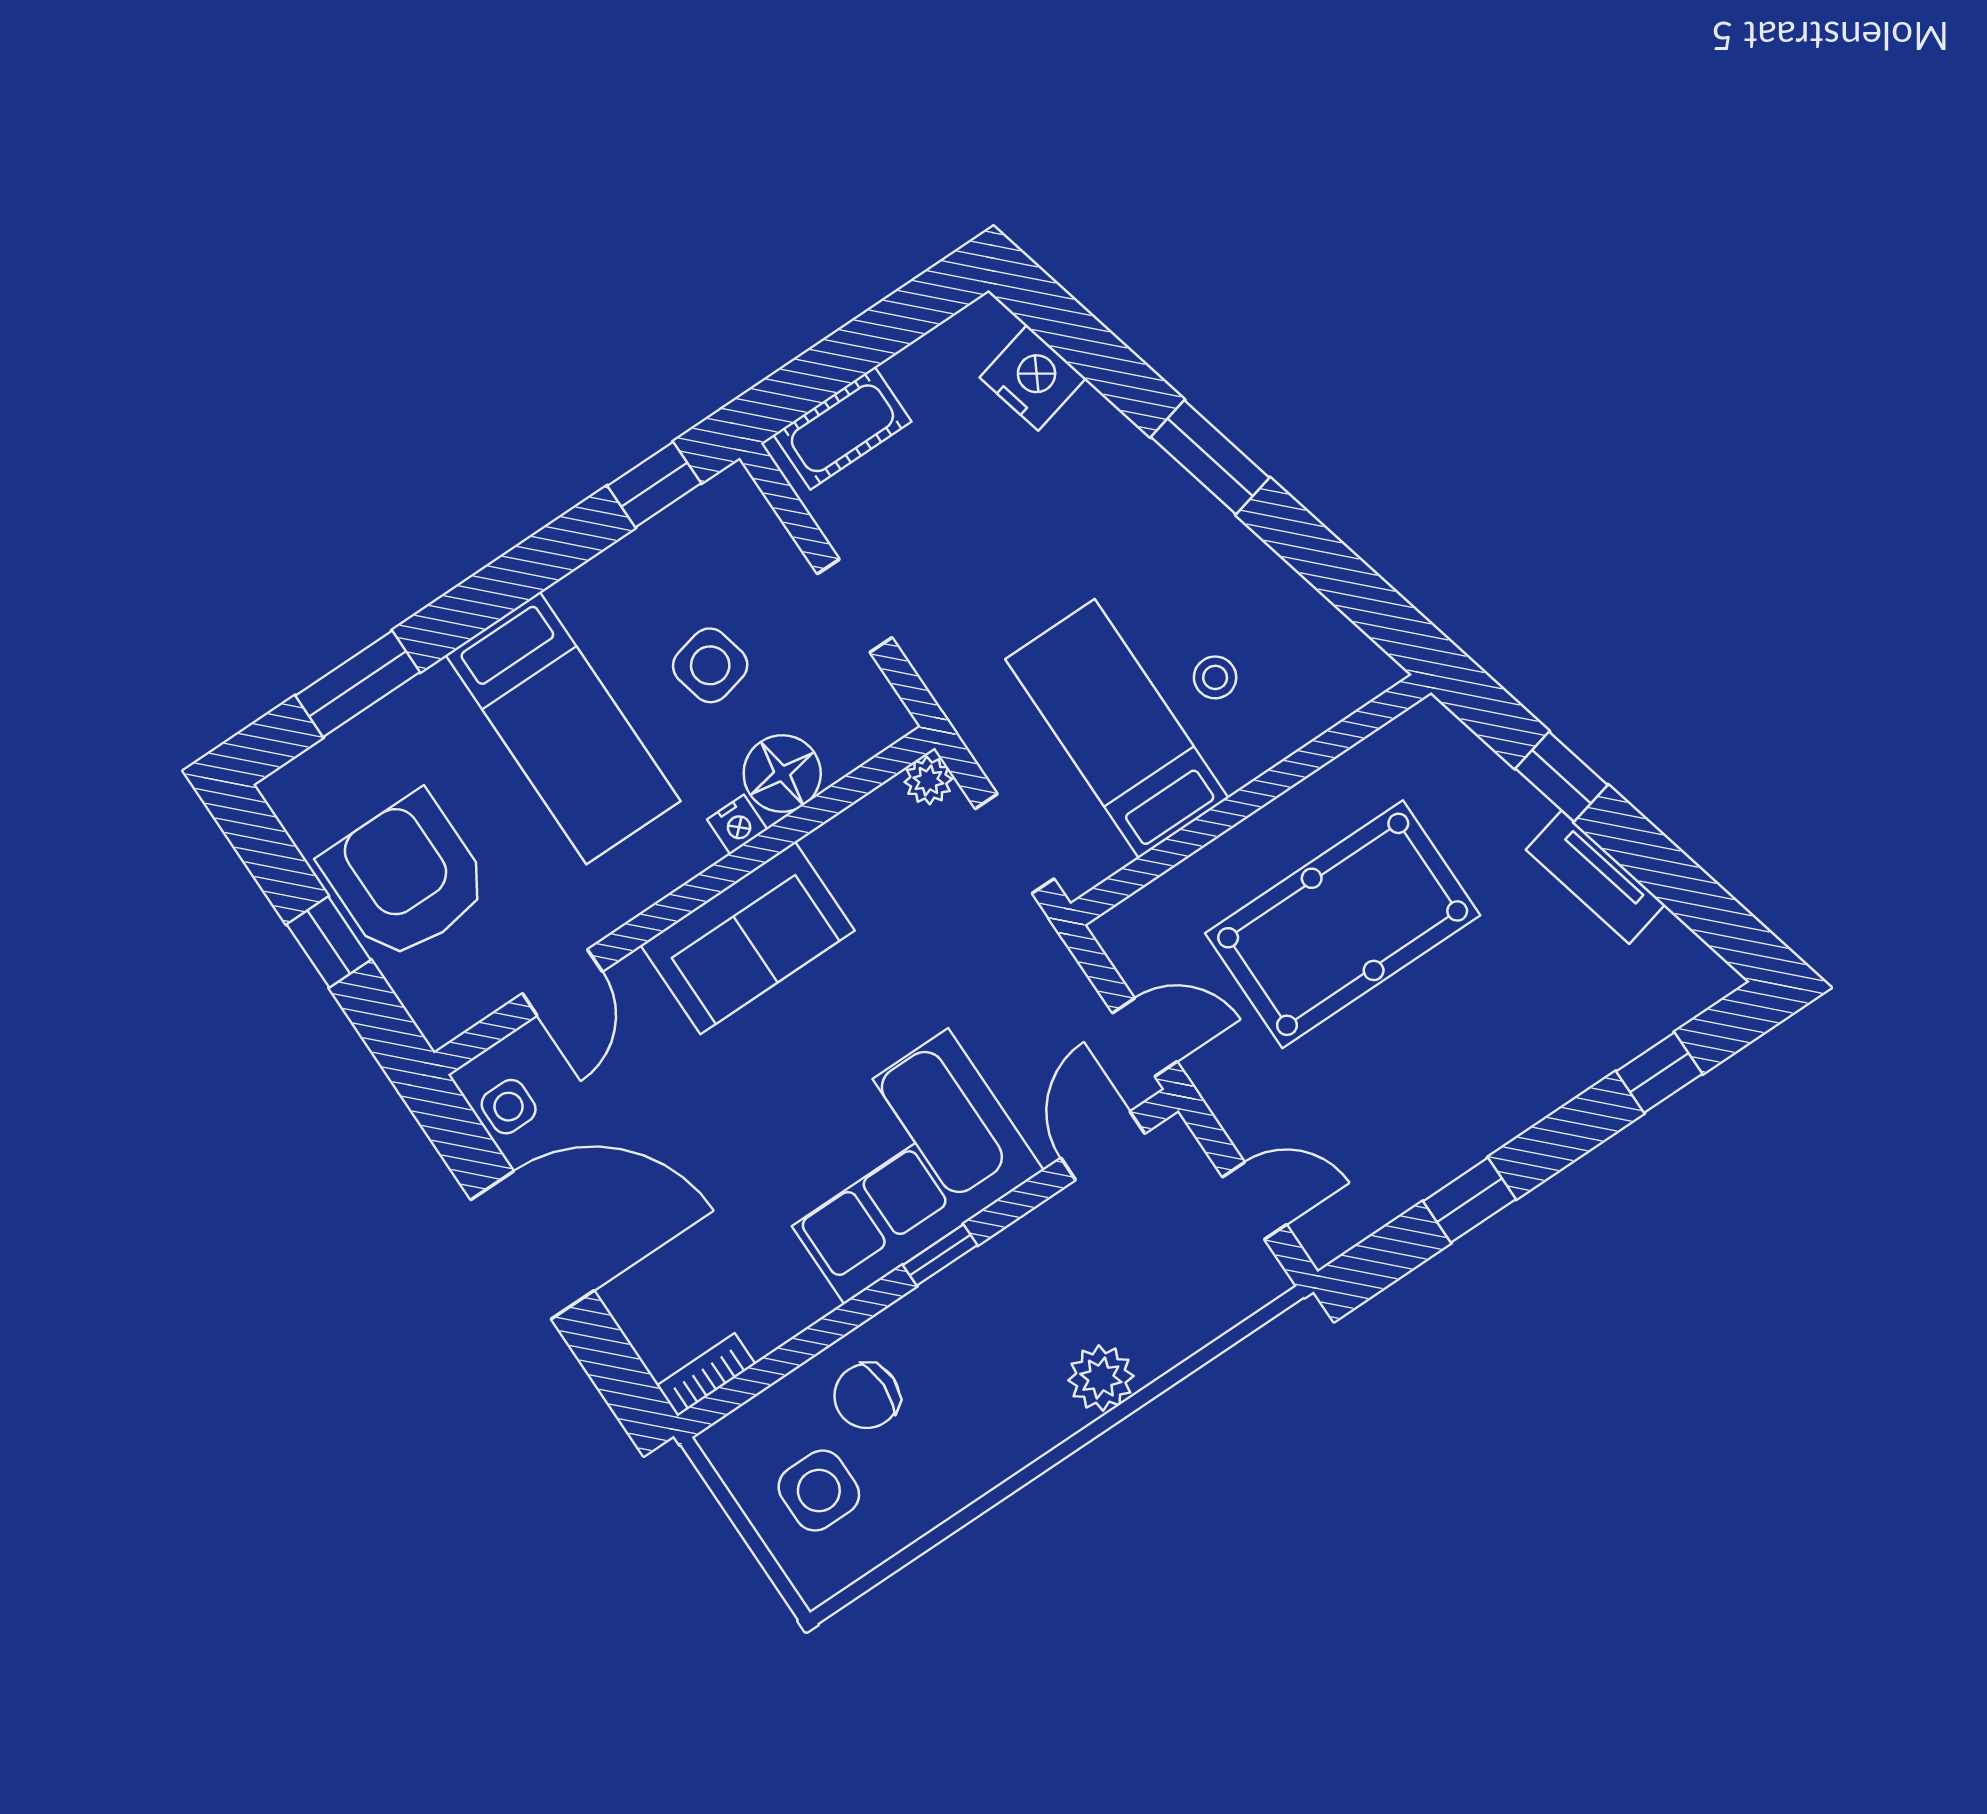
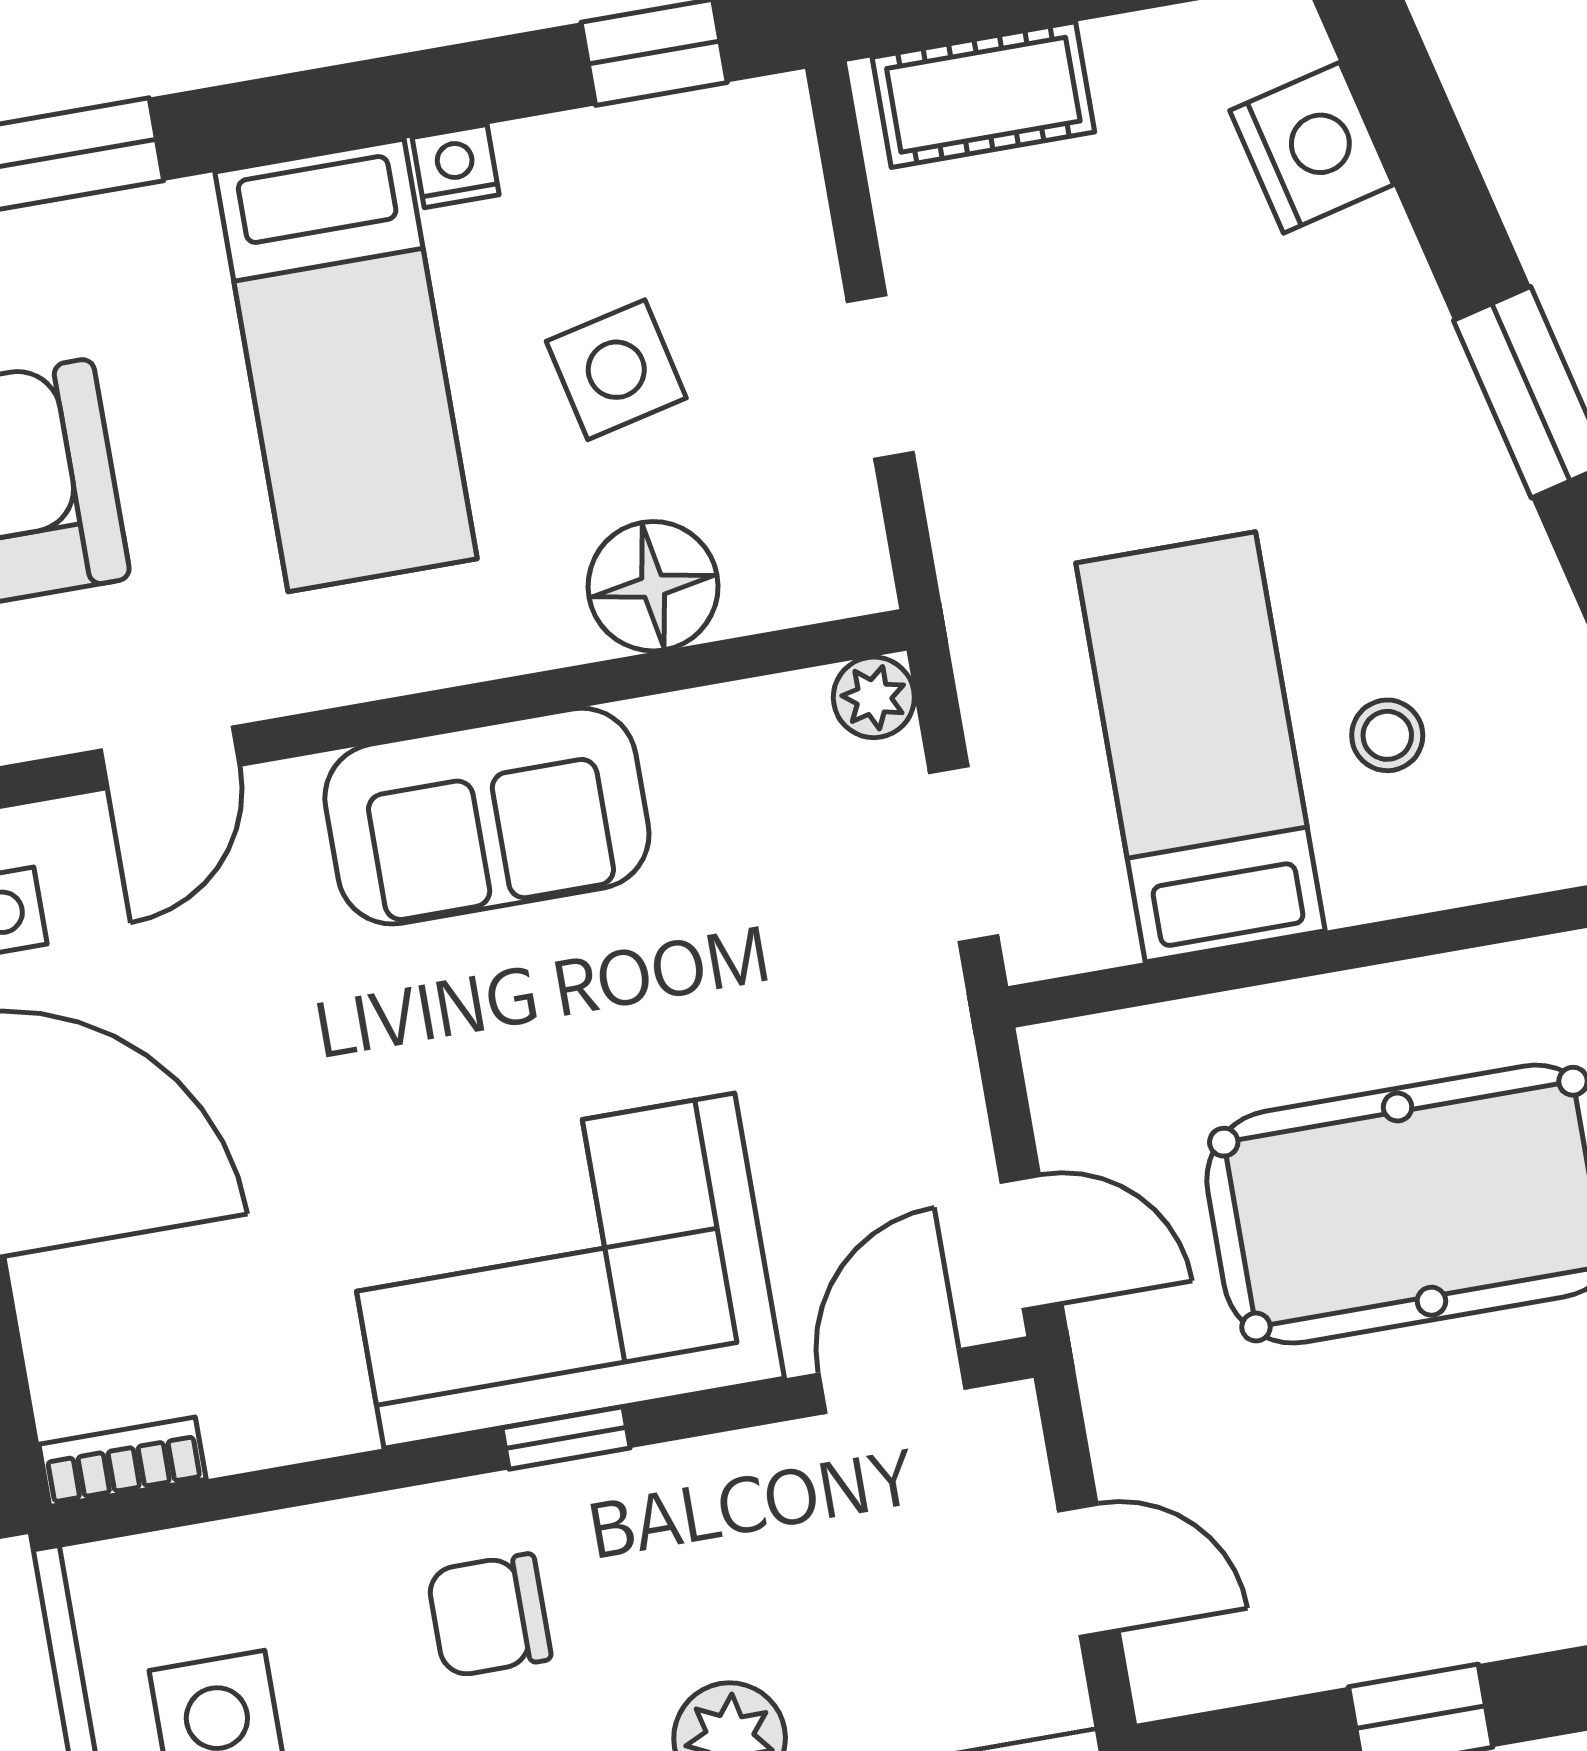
nightstand: (737, 825) -> (456, 166), moved, turned 180
chair: (867, 1396) -> (489, 1615), moved

